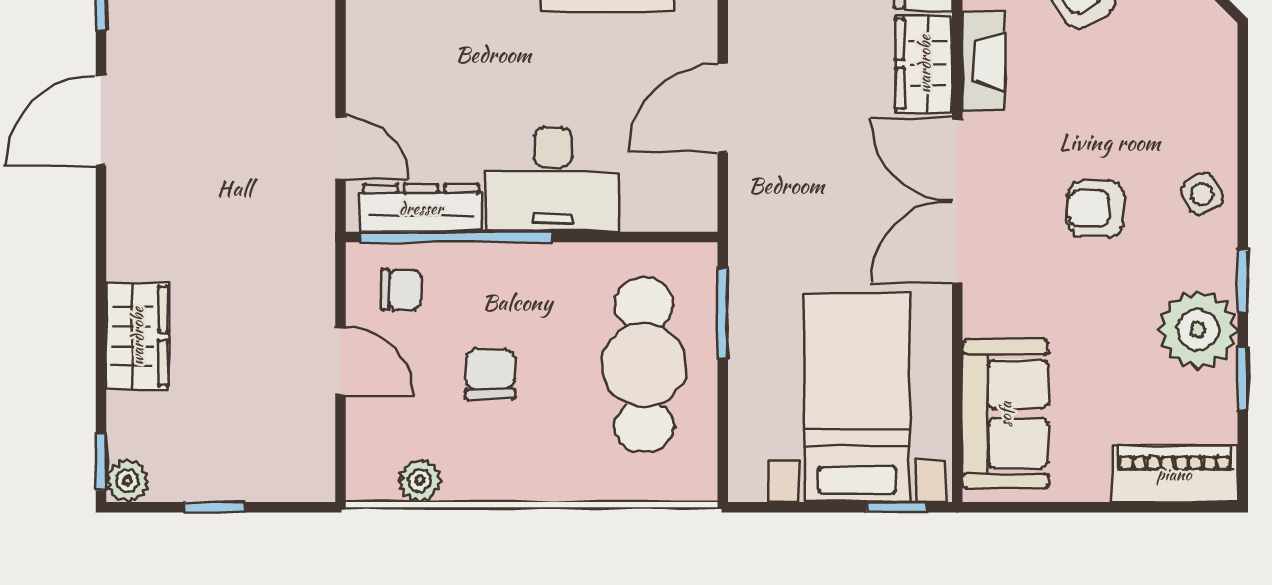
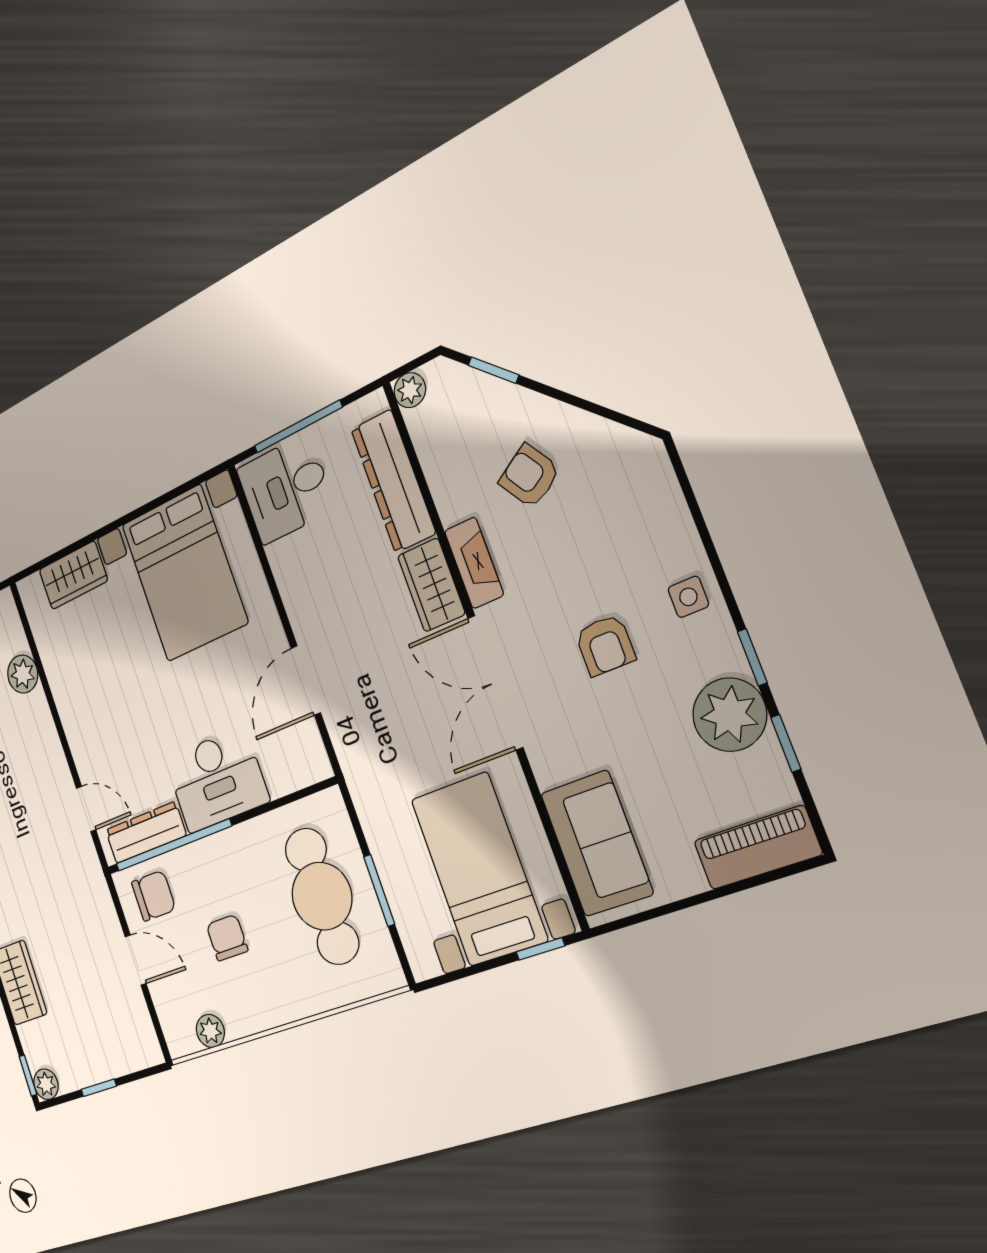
side table: (1202, 194) -> (688, 597), turned 31
armchair: (1096, 209) -> (605, 645), turned -90
chair: (401, 290) -> (153, 896), width x1.37, depth x1.37
window: (723, 313) -> (379, 890), moved

